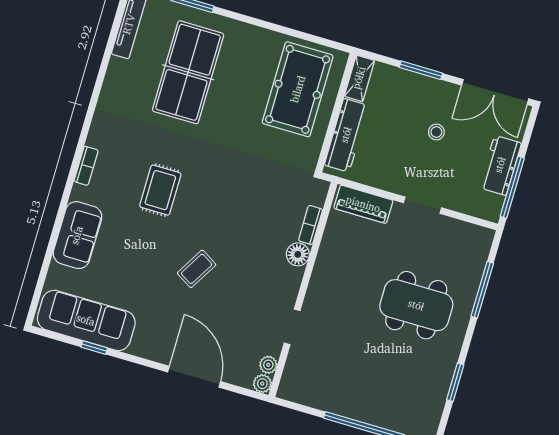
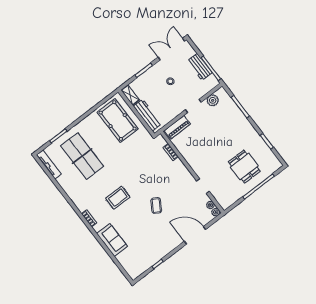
double door: (495, 92) -> (171, 49), swing flipped
rug: (160, 190) -> (118, 198), turned 90
plant: (458, 232) -> (213, 100), added
floor lamp: (298, 254) -> (178, 165), removed
dining table: (416, 305) -> (244, 167), moved, width x0.73
sofa: (86, 320) -> (146, 260), removed

